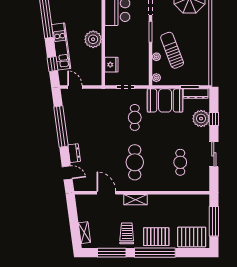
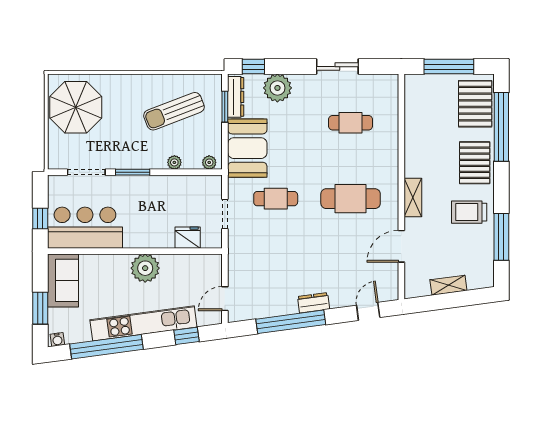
kitchen unit: (61, 47) -> (143, 323), width x1.36
sun lounger: (172, 50) -> (174, 111), moved
window: (214, 119) -> (253, 67), moved
dresser: (74, 153) -> (314, 303), moved
shelving: (84, 233) -> (448, 285), moved
window: (155, 253) -> (501, 127), moved

